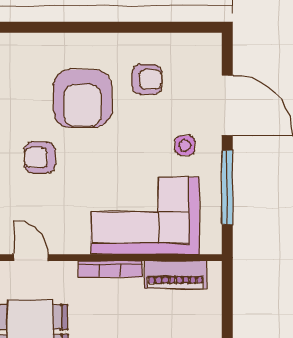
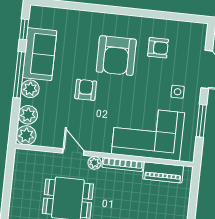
armchair: (40, 158) -> (86, 90), turned 90
window: (227, 187) -> (201, 121), width x0.69
plant: (66, 271) -> (95, 163), added

